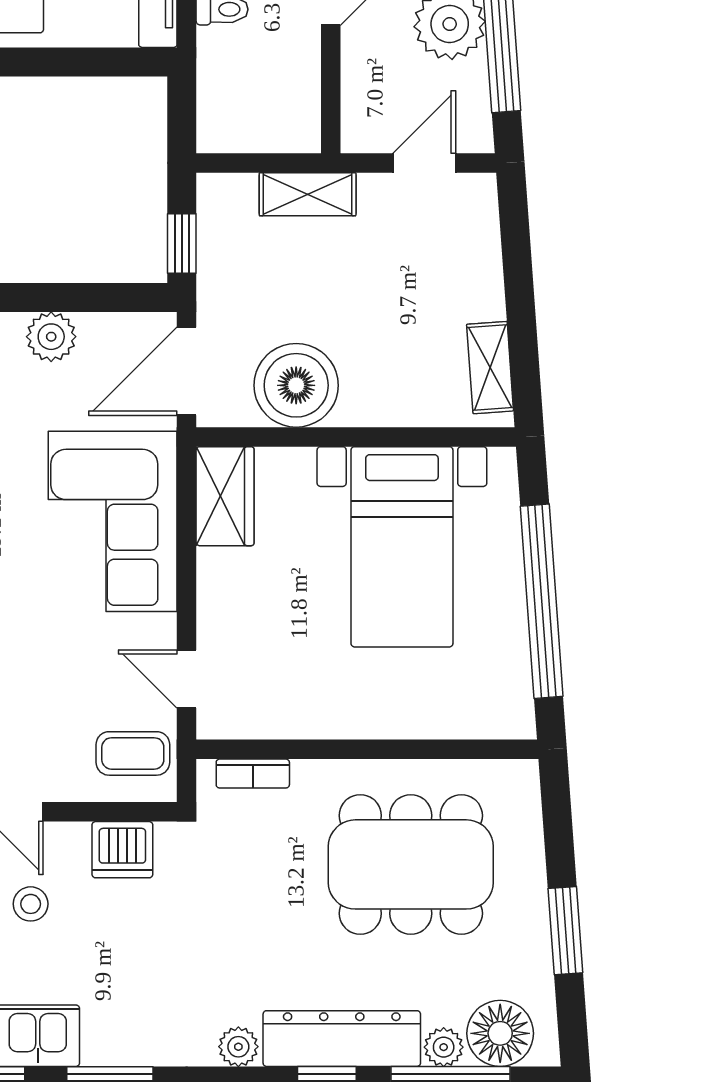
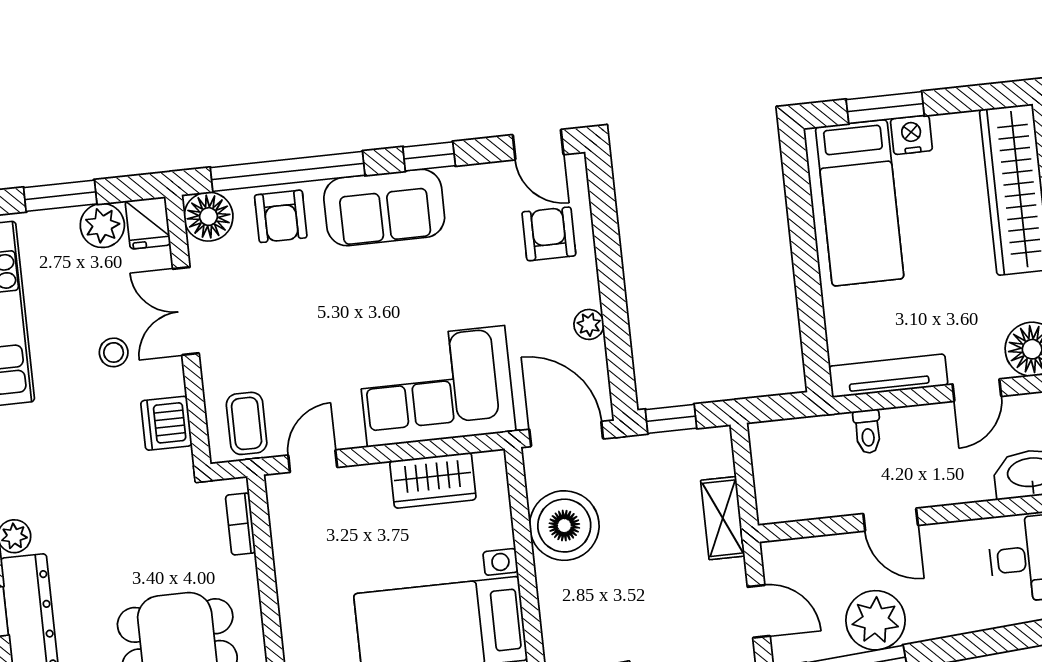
plant: (51, 337) -> (589, 324), width x0.73, depth x0.73
wardrobe: (225, 496) -> (433, 480), moved

